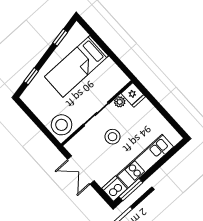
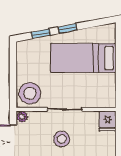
window: (60, 38) -> (68, 28), moved
plant: (120, 102) -> (22, 117), moved

